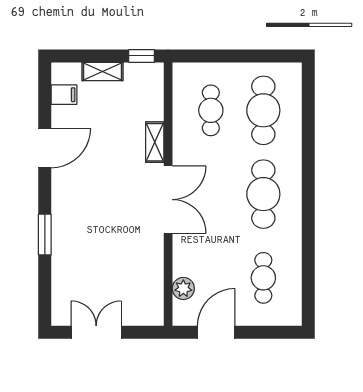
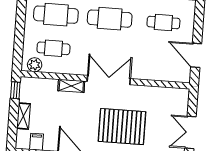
pallet: (97, 225) -> (122, 127), added
plant: (183, 288) -> (35, 65), moved

